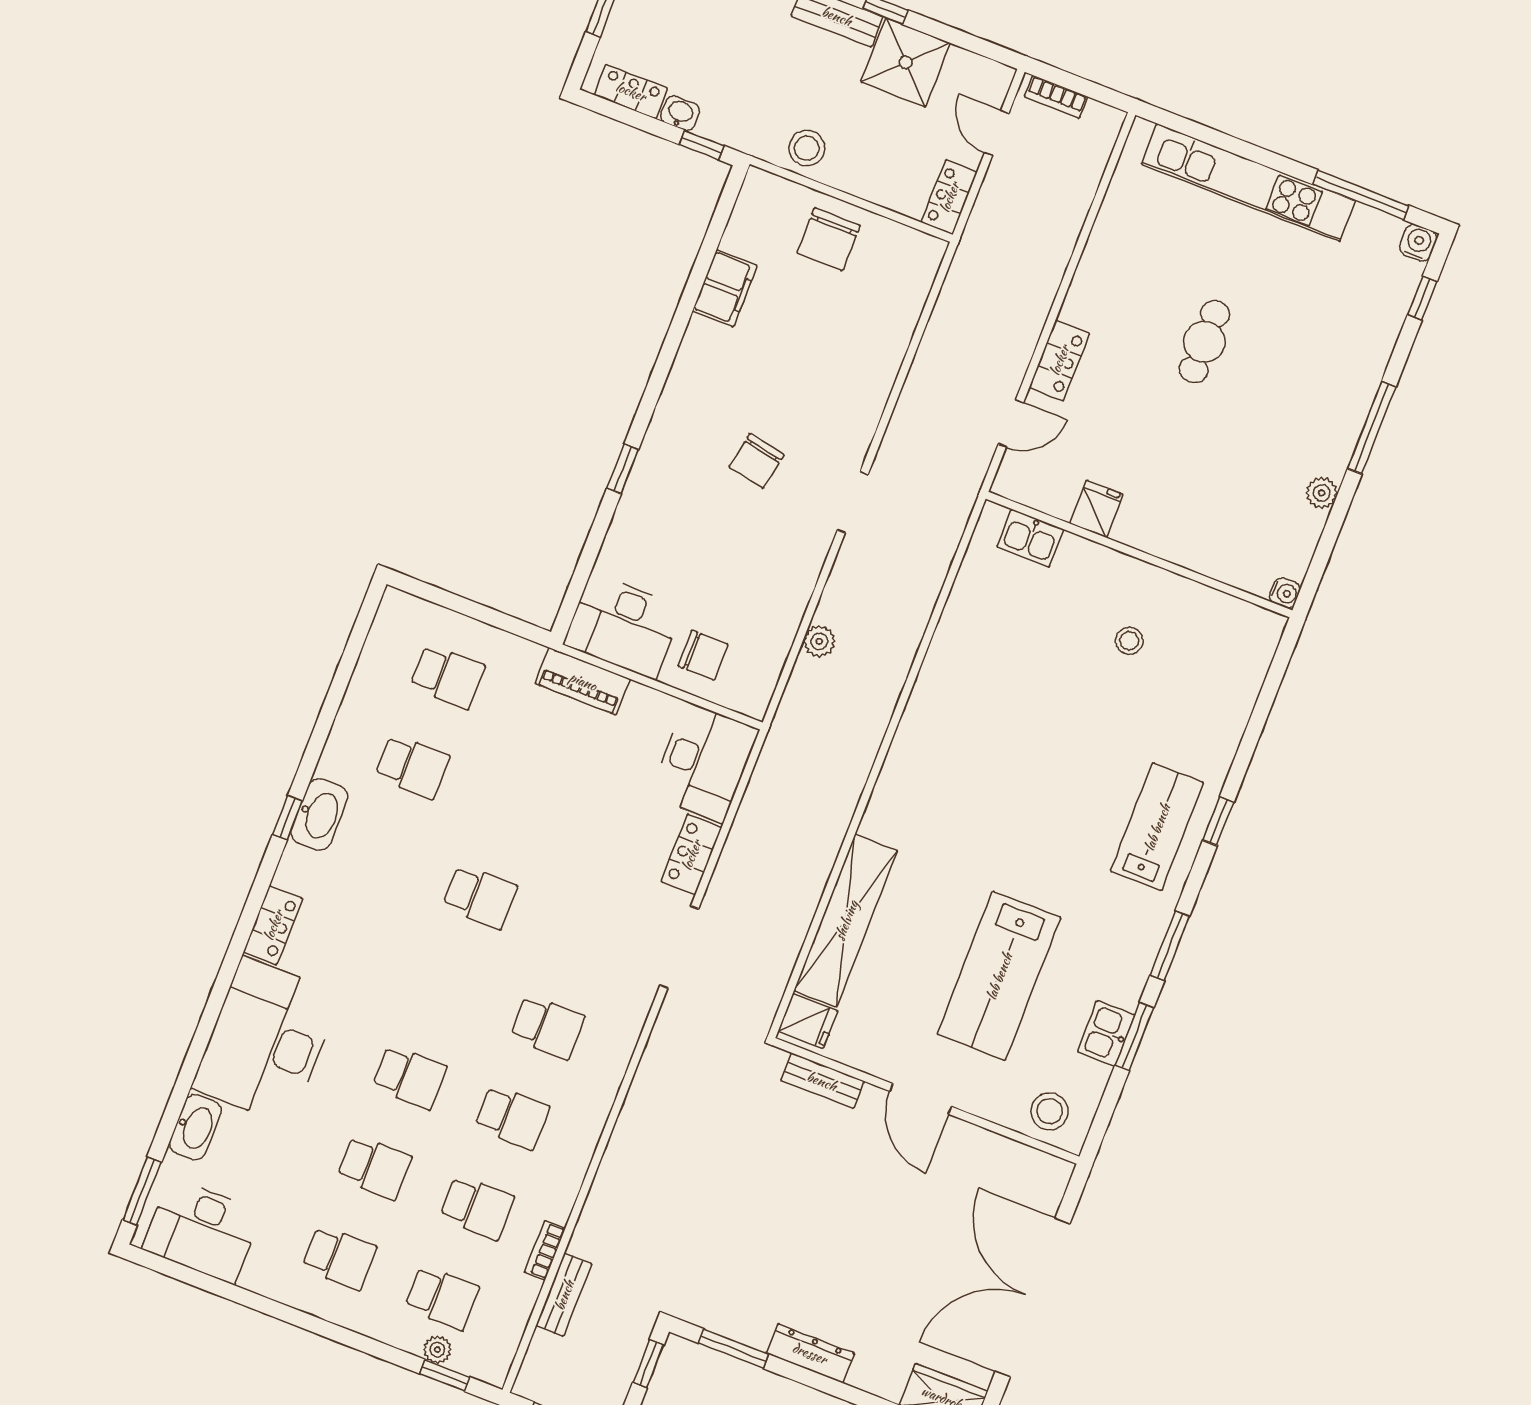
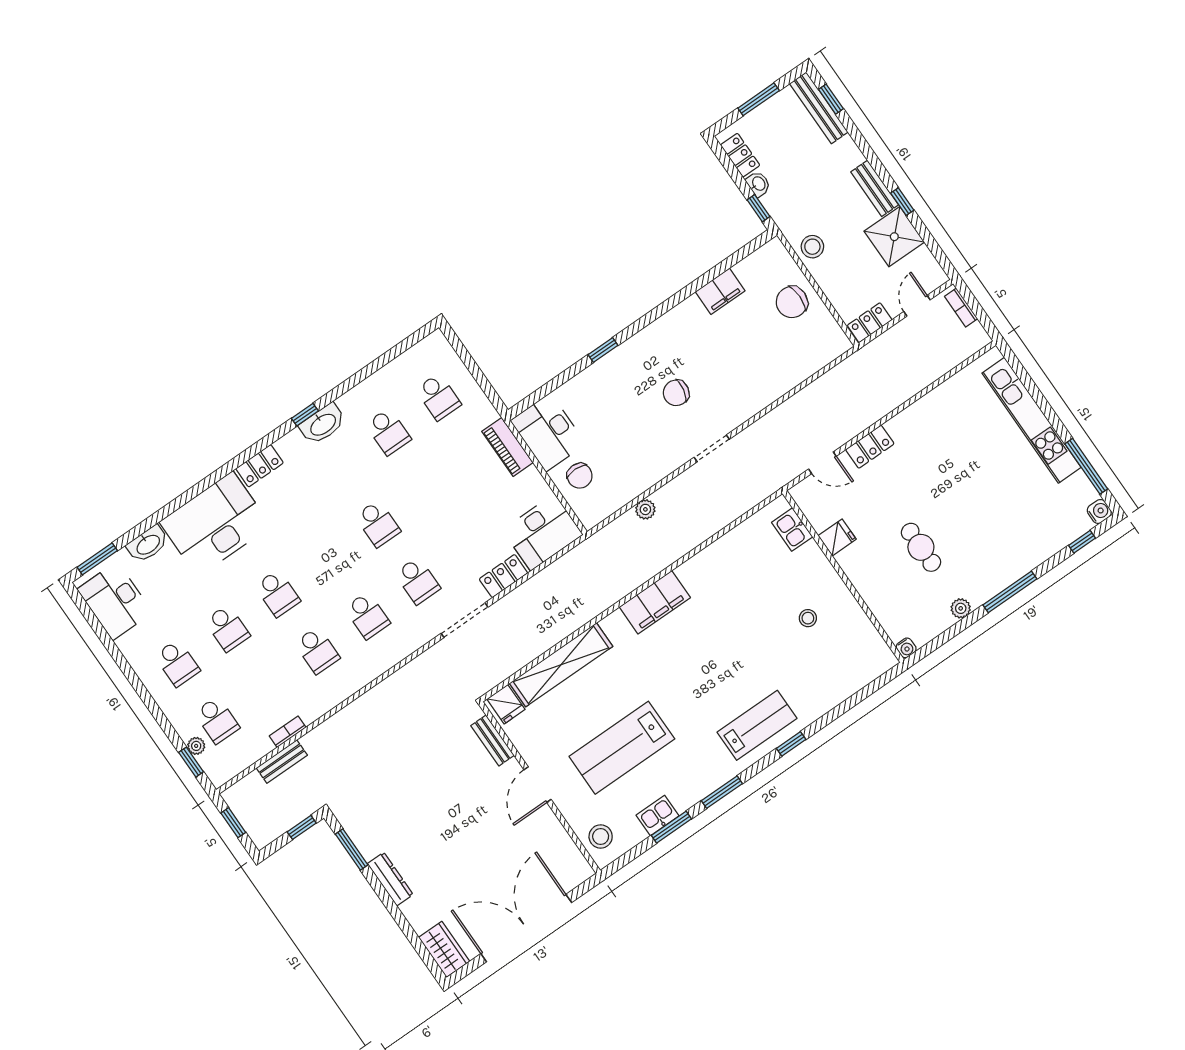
cafe table: (1204, 342) -> (921, 547), moved, turned 90
filing cabinet: (914, 755) -> (655, 602), added
school desk: (477, 1207) -> (417, 581), moved

